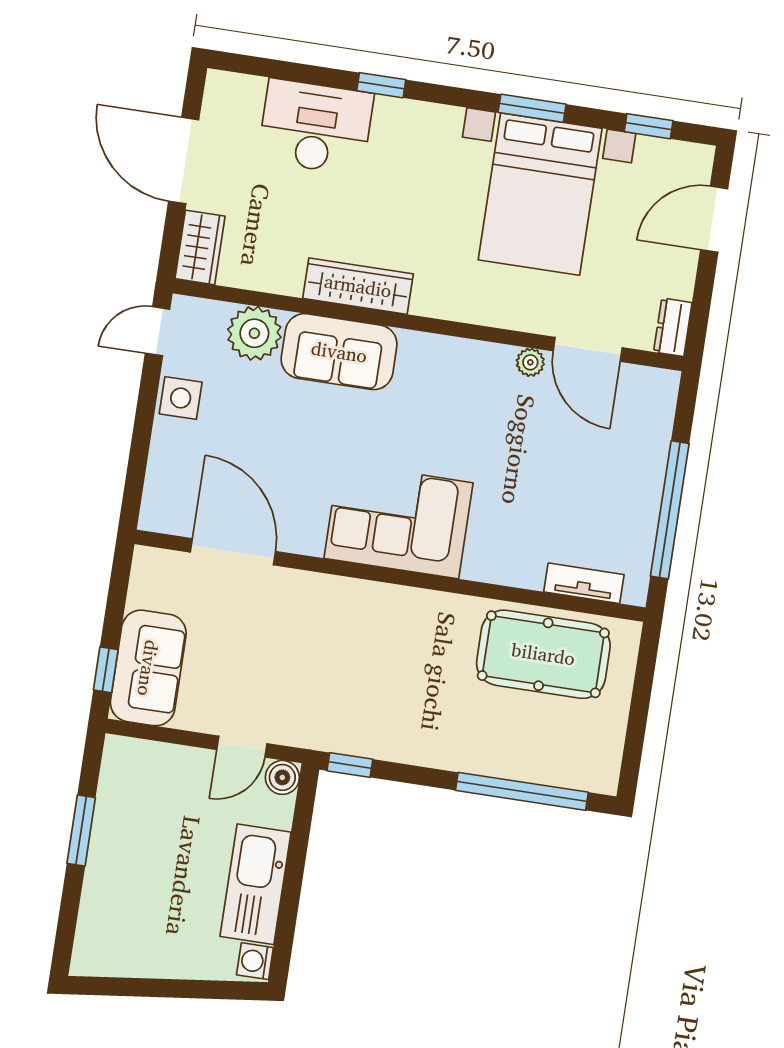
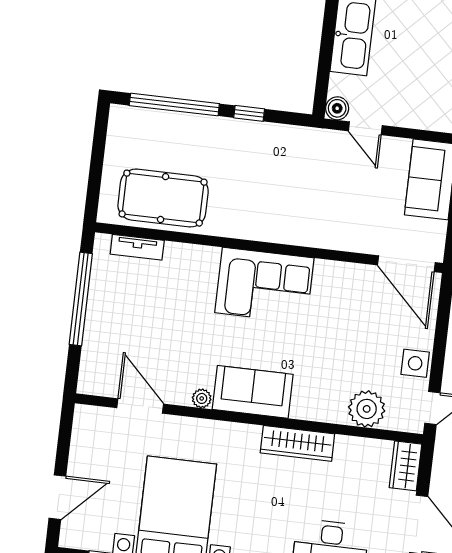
dresser: (673, 327) -> (83, 423), removed
sofa: (339, 352) -> (253, 392), moved
plant: (530, 362) -> (202, 398), moved
door: (233, 552) -> (406, 264), moved
door: (242, 747) -> (365, 128), swing flipped
window: (350, 765) -> (249, 113), moved

